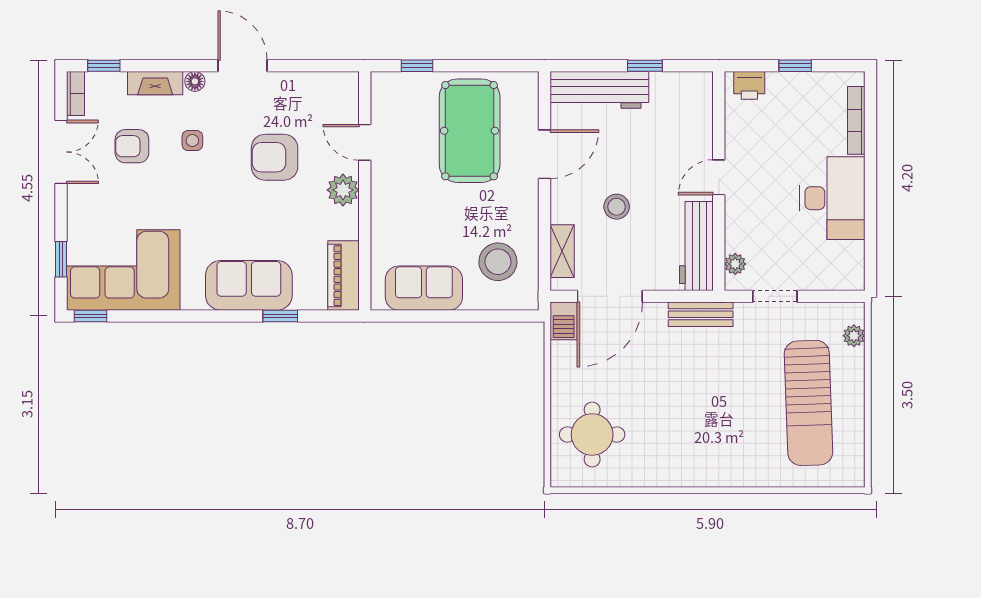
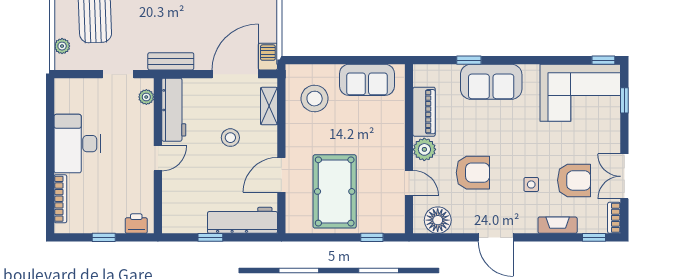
floor lamp: (195, 81) -> (438, 220), moved, width x1.89, depth x1.89
armchair: (132, 146) -> (574, 180), width x1.38, depth x1.38
piano: (343, 276) -> (424, 112), moved

